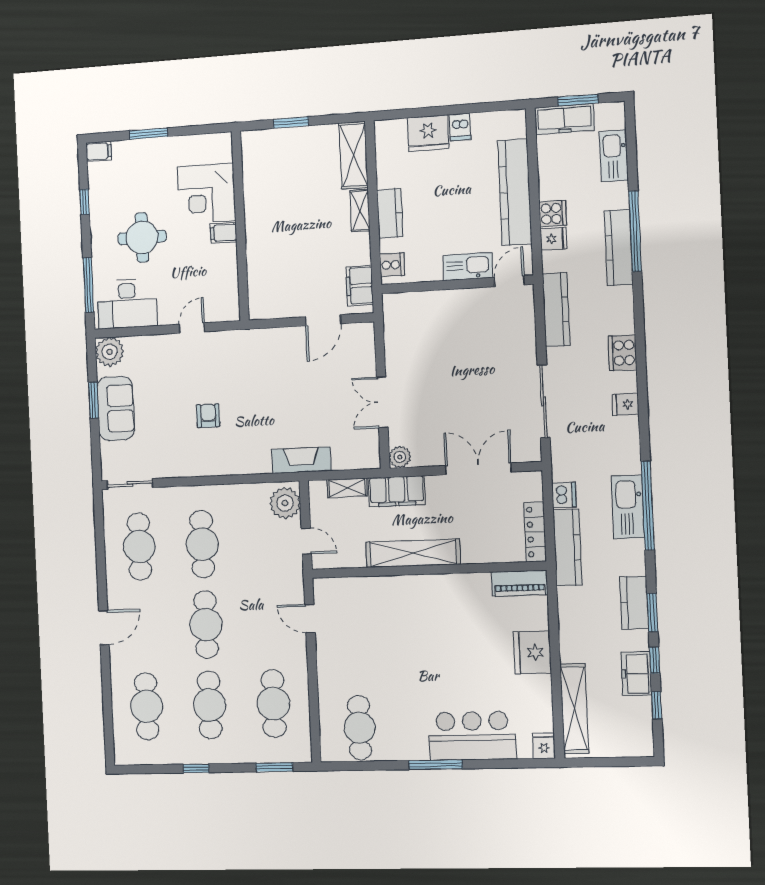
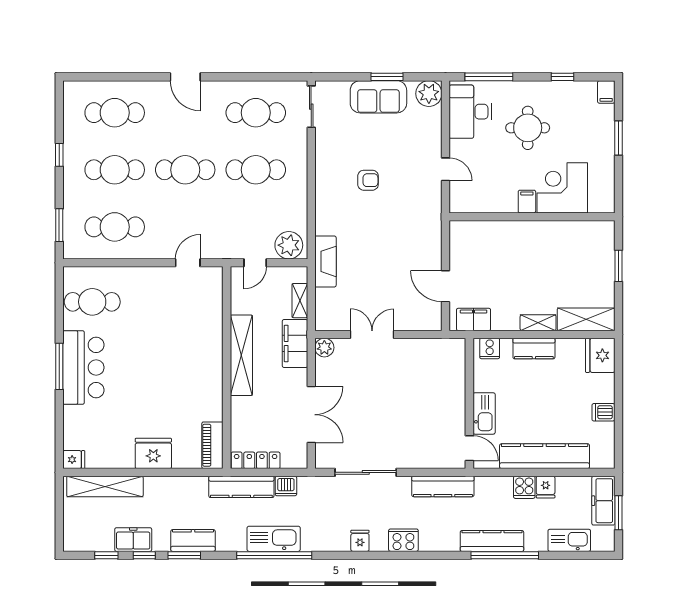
fridge: (428, 133) -> (600, 355), moved
fridge: (554, 239) -> (546, 487), moved
bar counter: (472, 736) -> (83, 368), moved

